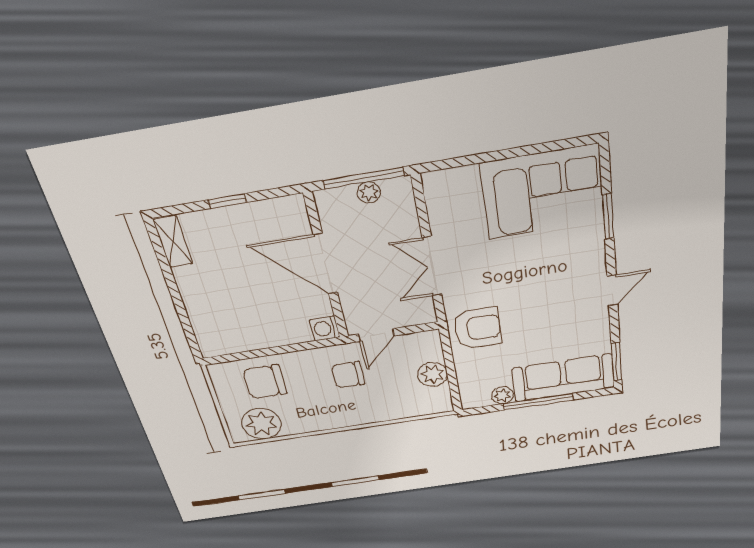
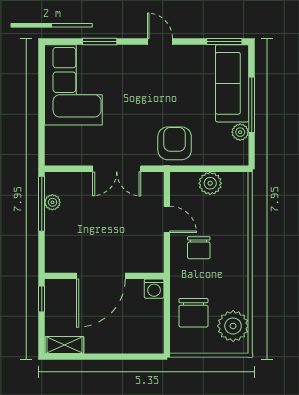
door: (326, 264) -> (101, 276), moved
wall: (327, 268) -> (104, 276), moved
washing machine: (325, 328) -> (154, 289), moved

